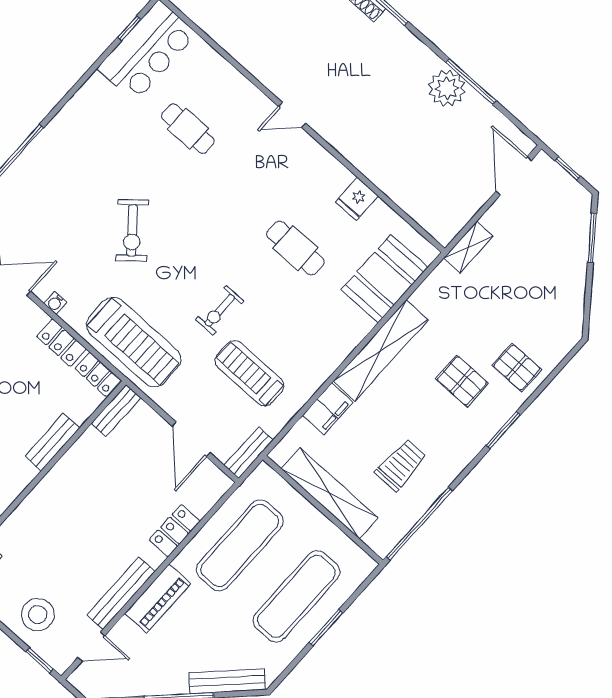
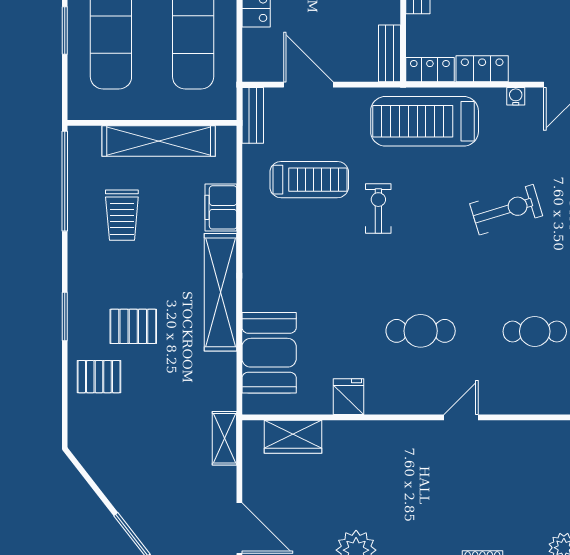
wardrobe: (420, 206) -> (293, 437), added
exercise bike: (132, 230) -> (506, 210), turned 113
cafe table: (295, 248) -> (421, 331), moved

